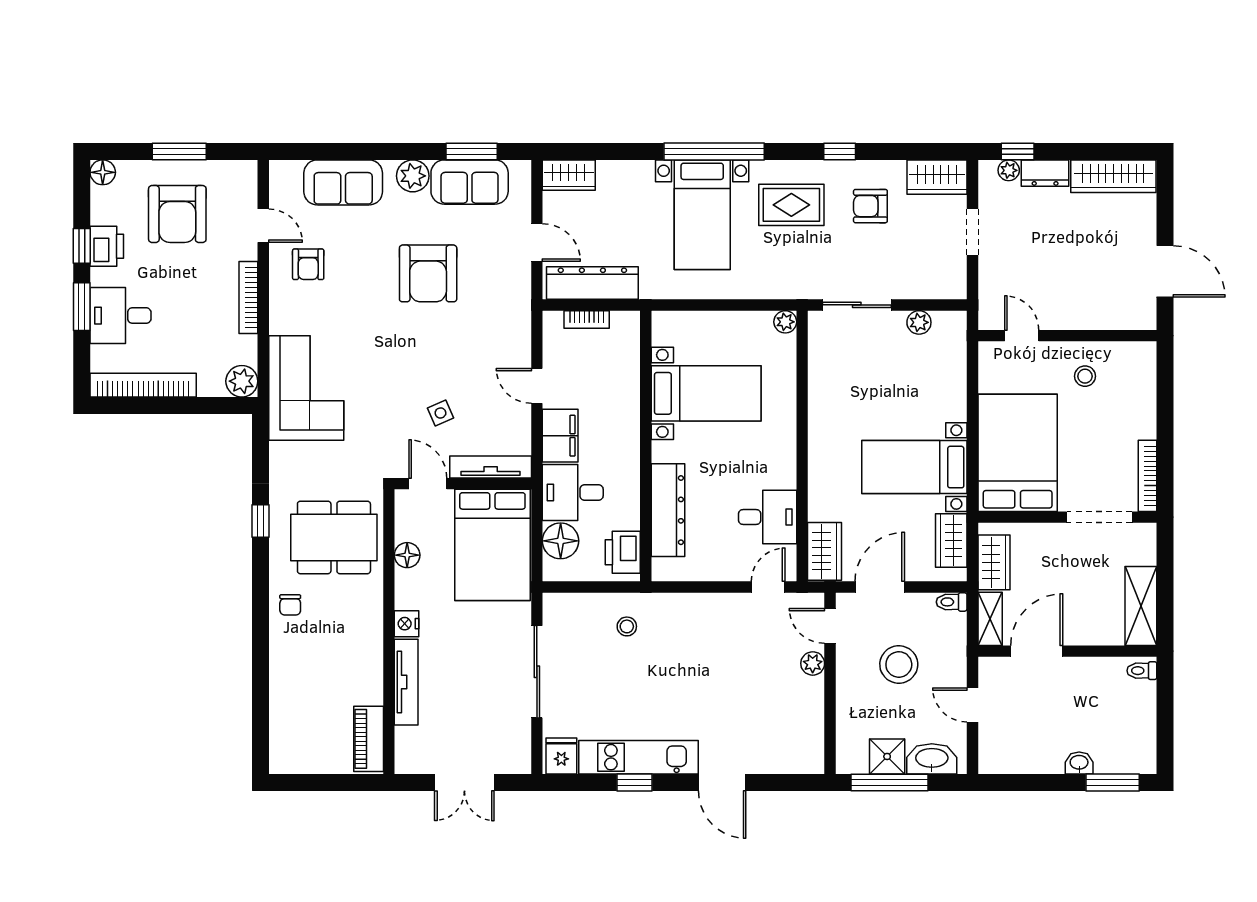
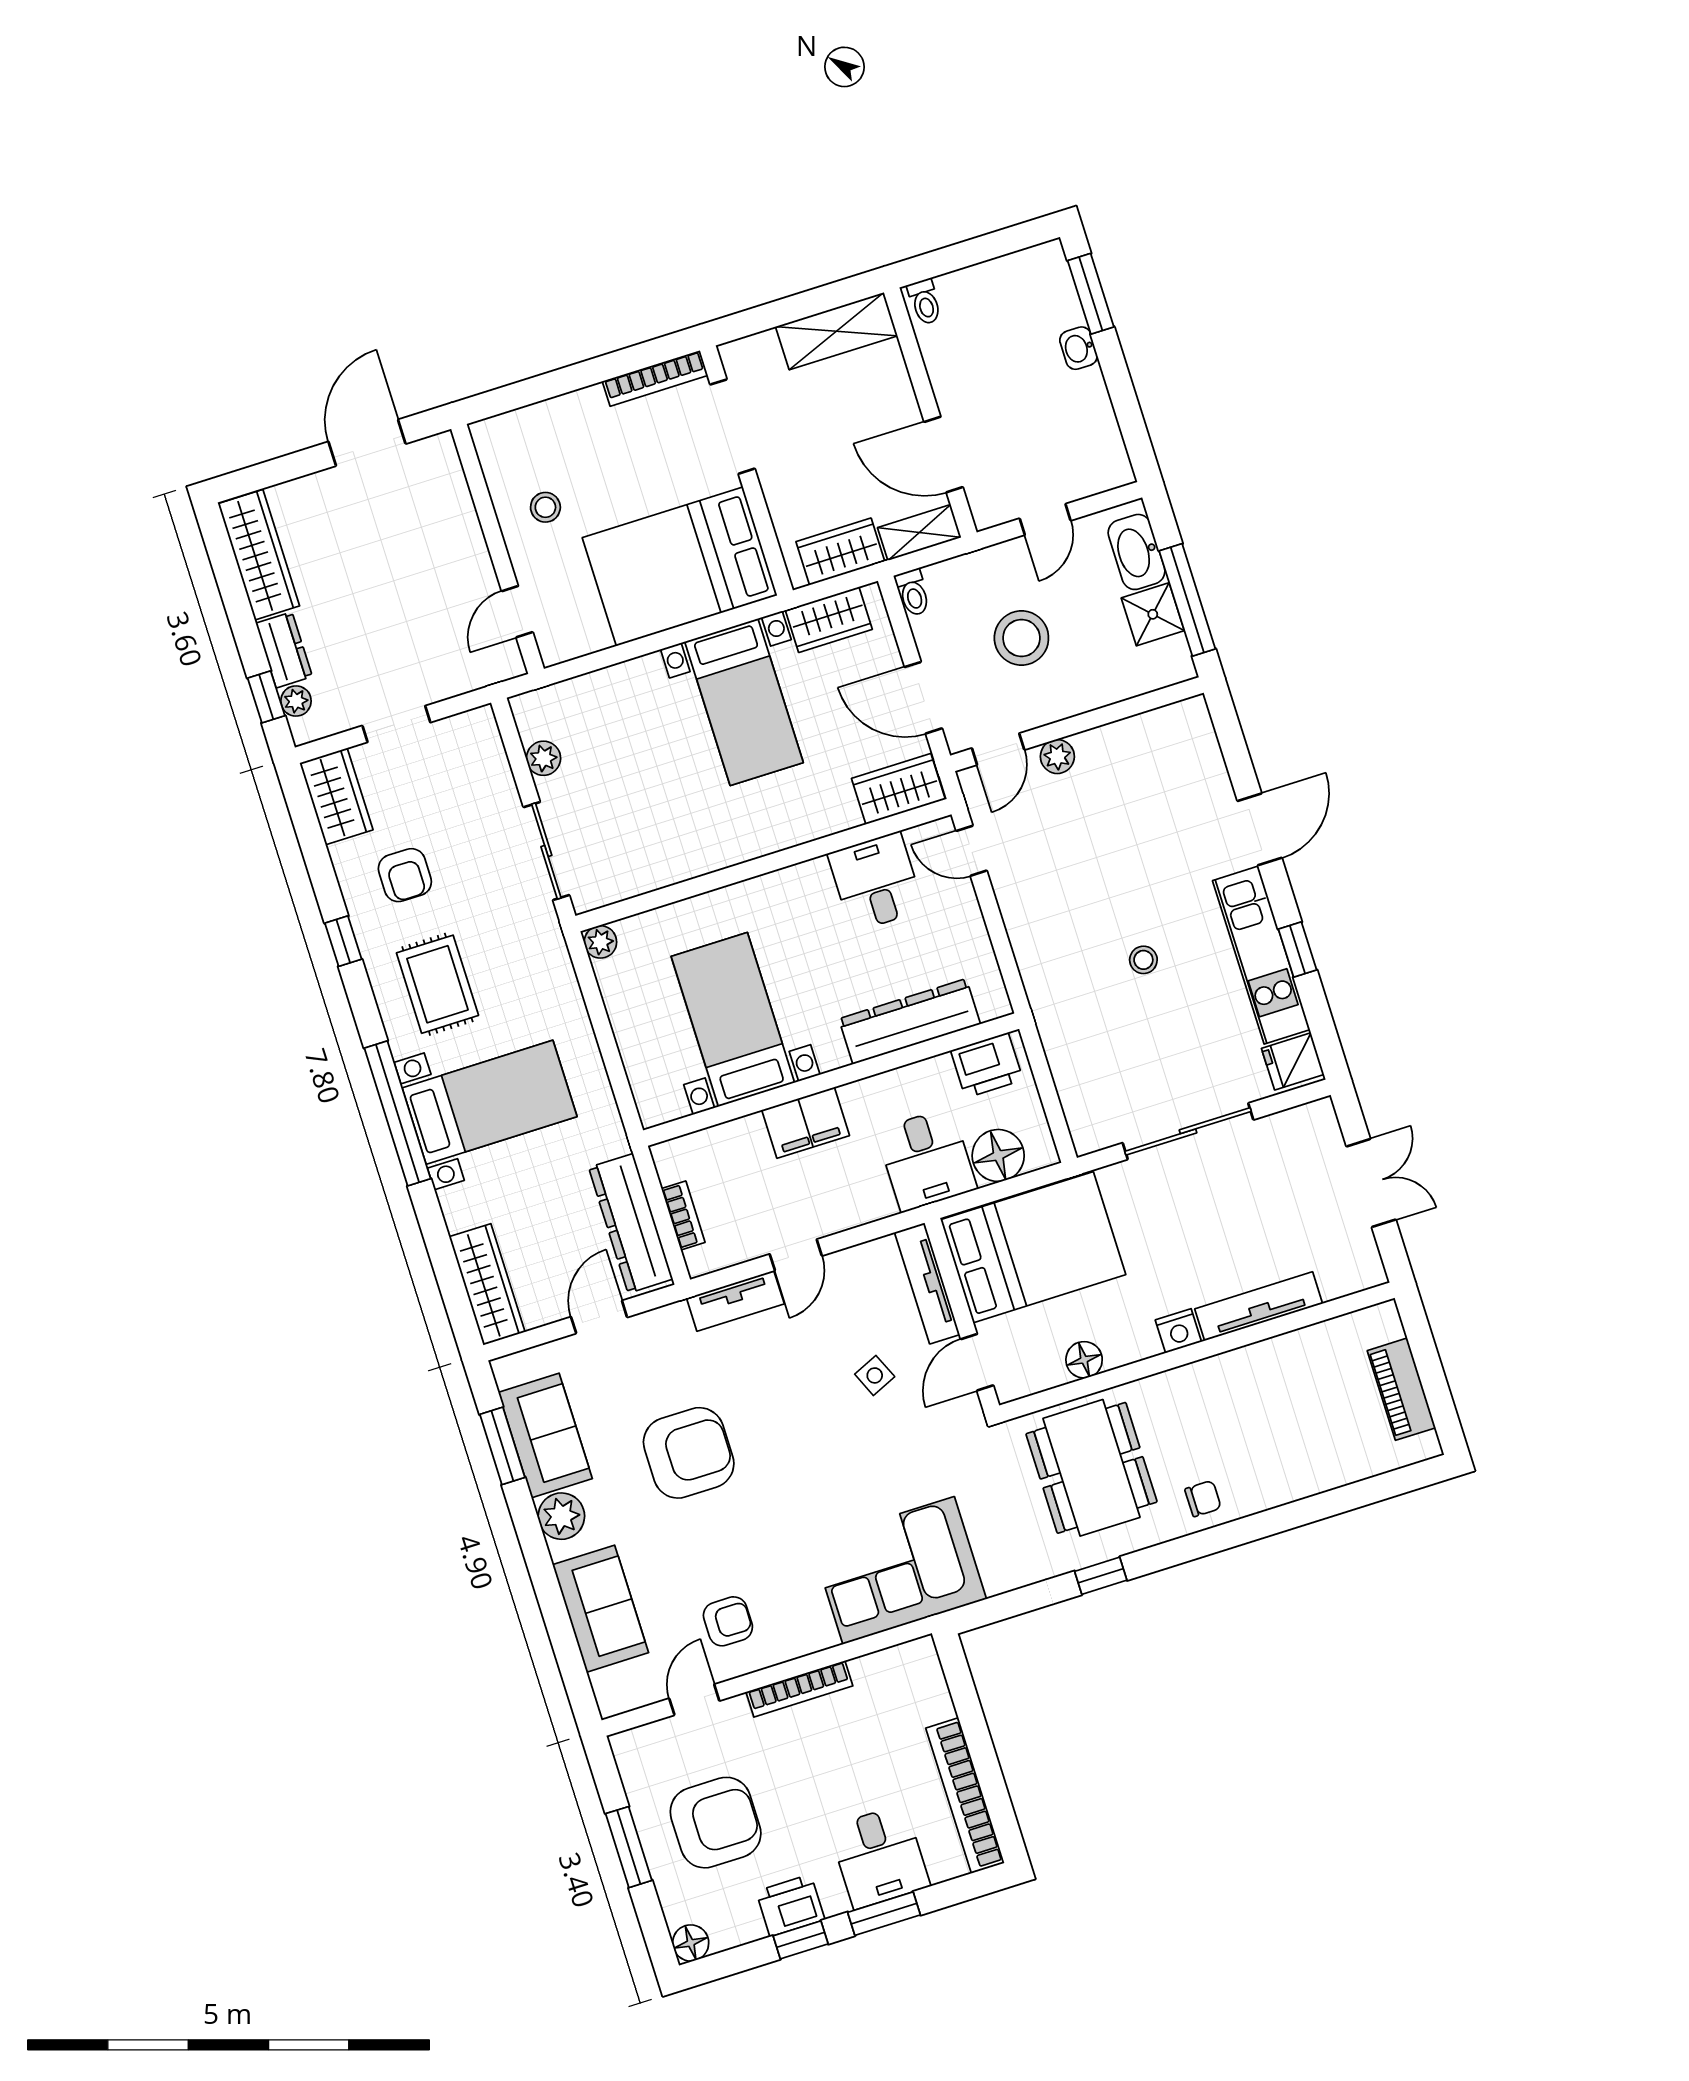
wardrobe: (569, 175) -> (487, 1284), width x1.50
tv unit: (519, 336) -> (735, 1301), added
plant: (242, 381) -> (917, 1662), removed
filing cabinet: (560, 436) -> (806, 1123), moved, turned 180
stool: (627, 626) -> (1143, 960), moved
piano: (369, 739) -> (1401, 1389), moved, turned 90

